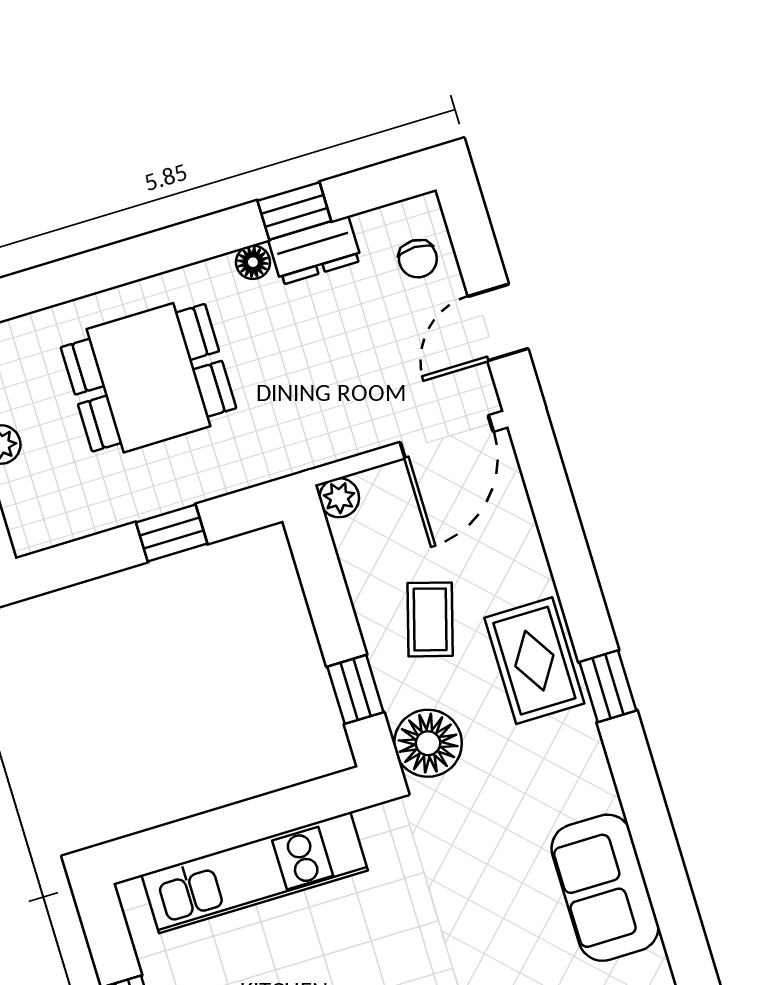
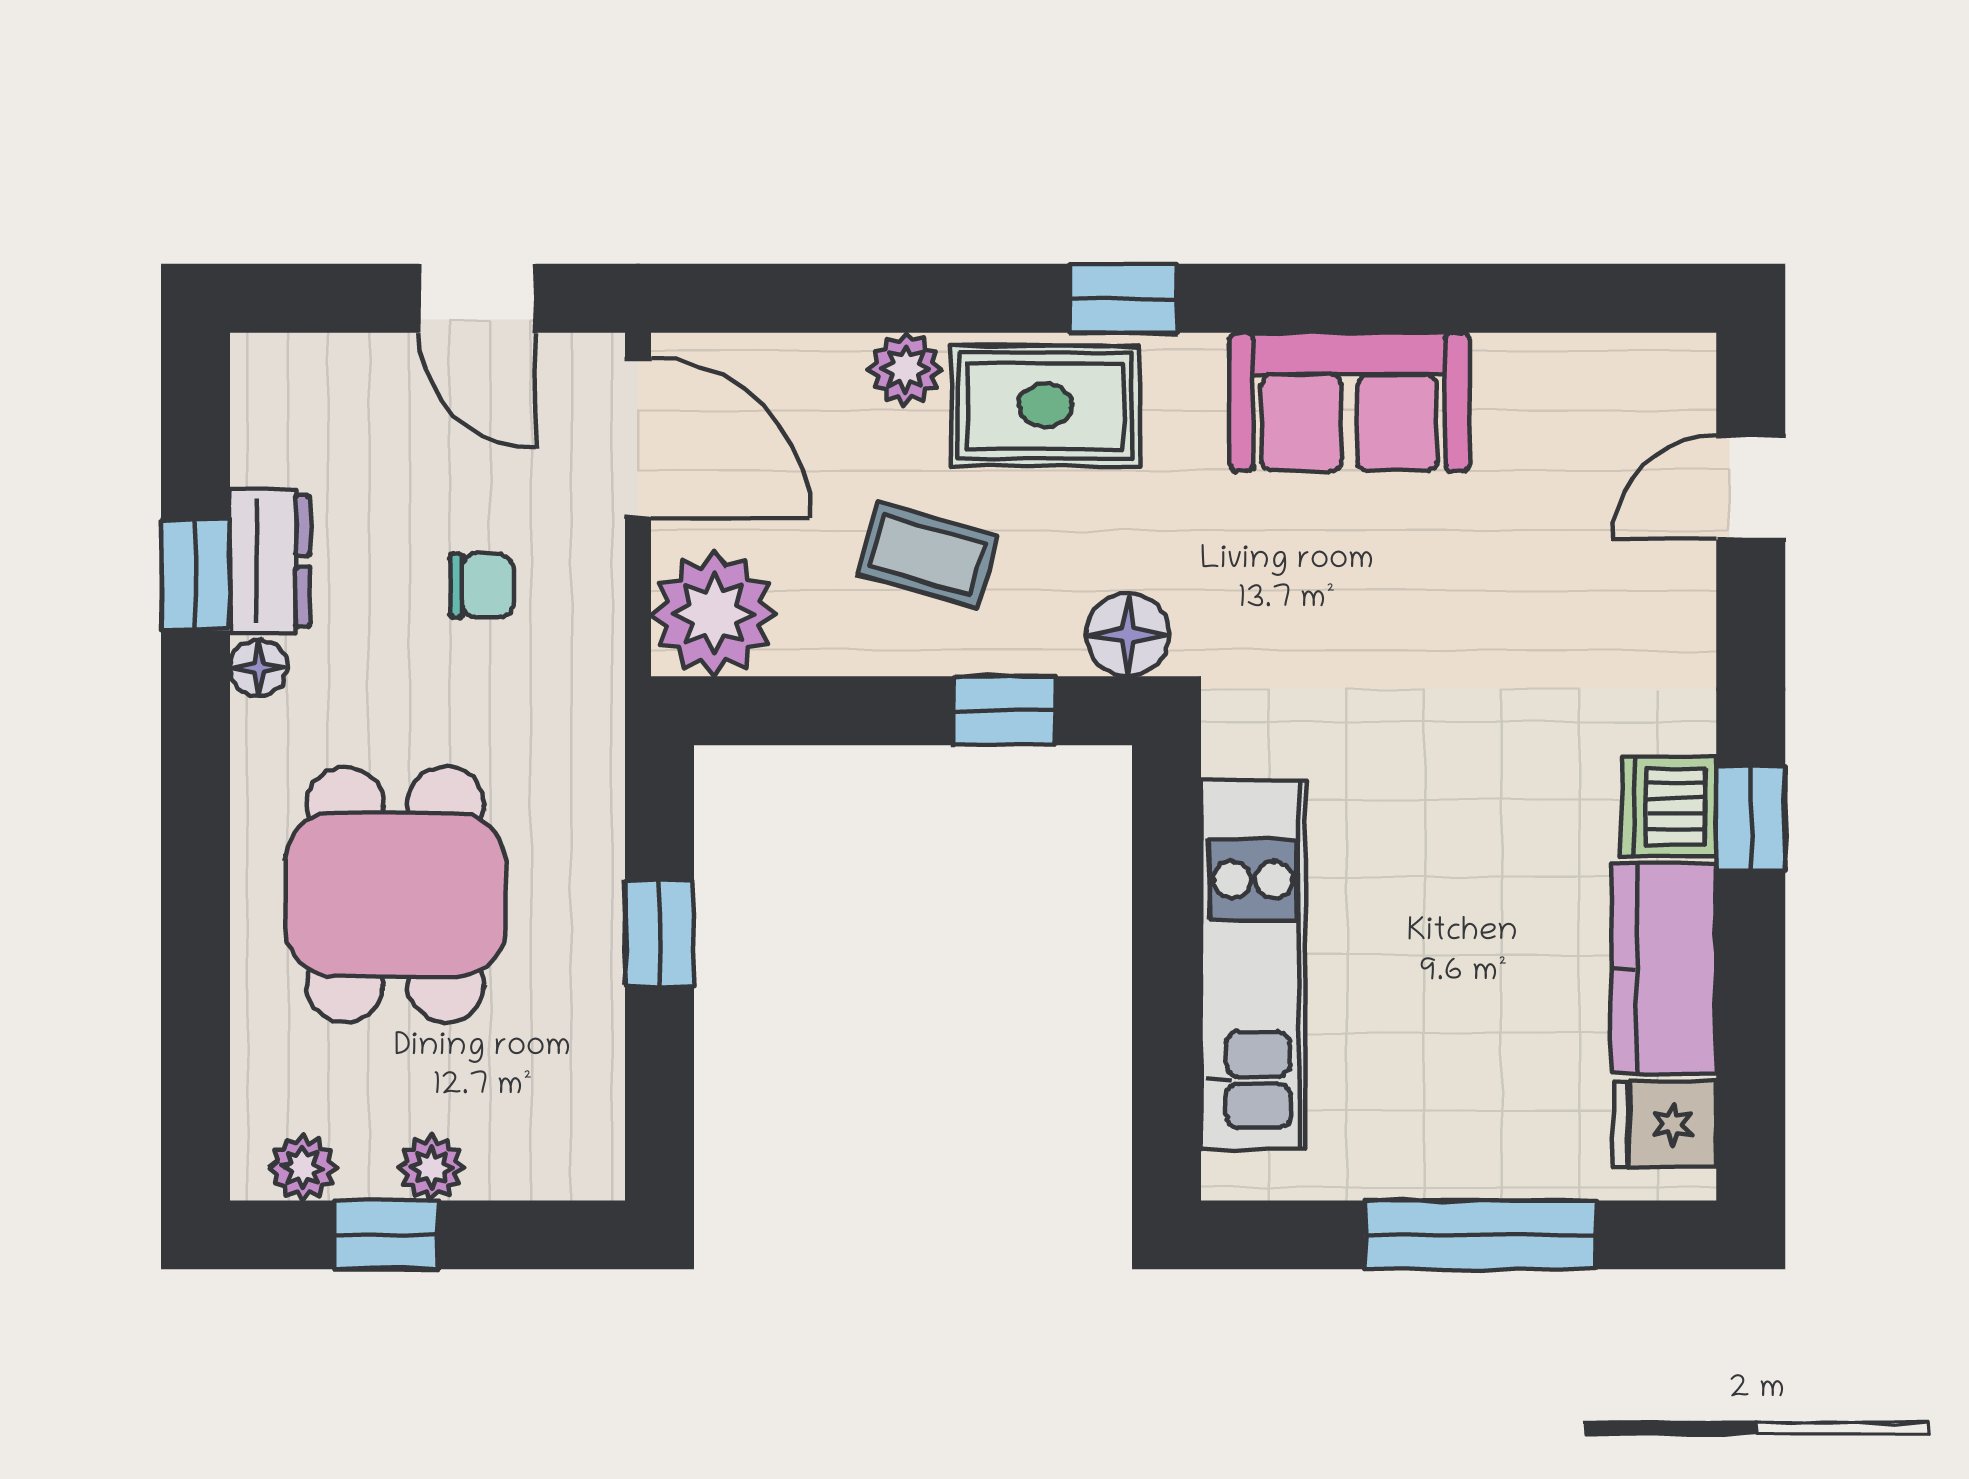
chair: (418, 259) -> (482, 586), moved
plant: (339, 498) -> (714, 614), width x1.87, depth x1.87
plant: (531, 575) -> (905, 369), added
floor lamp: (428, 743) -> (1128, 635), width x0.73, depth x0.73
sofa: (605, 888) -> (1350, 402), moved

